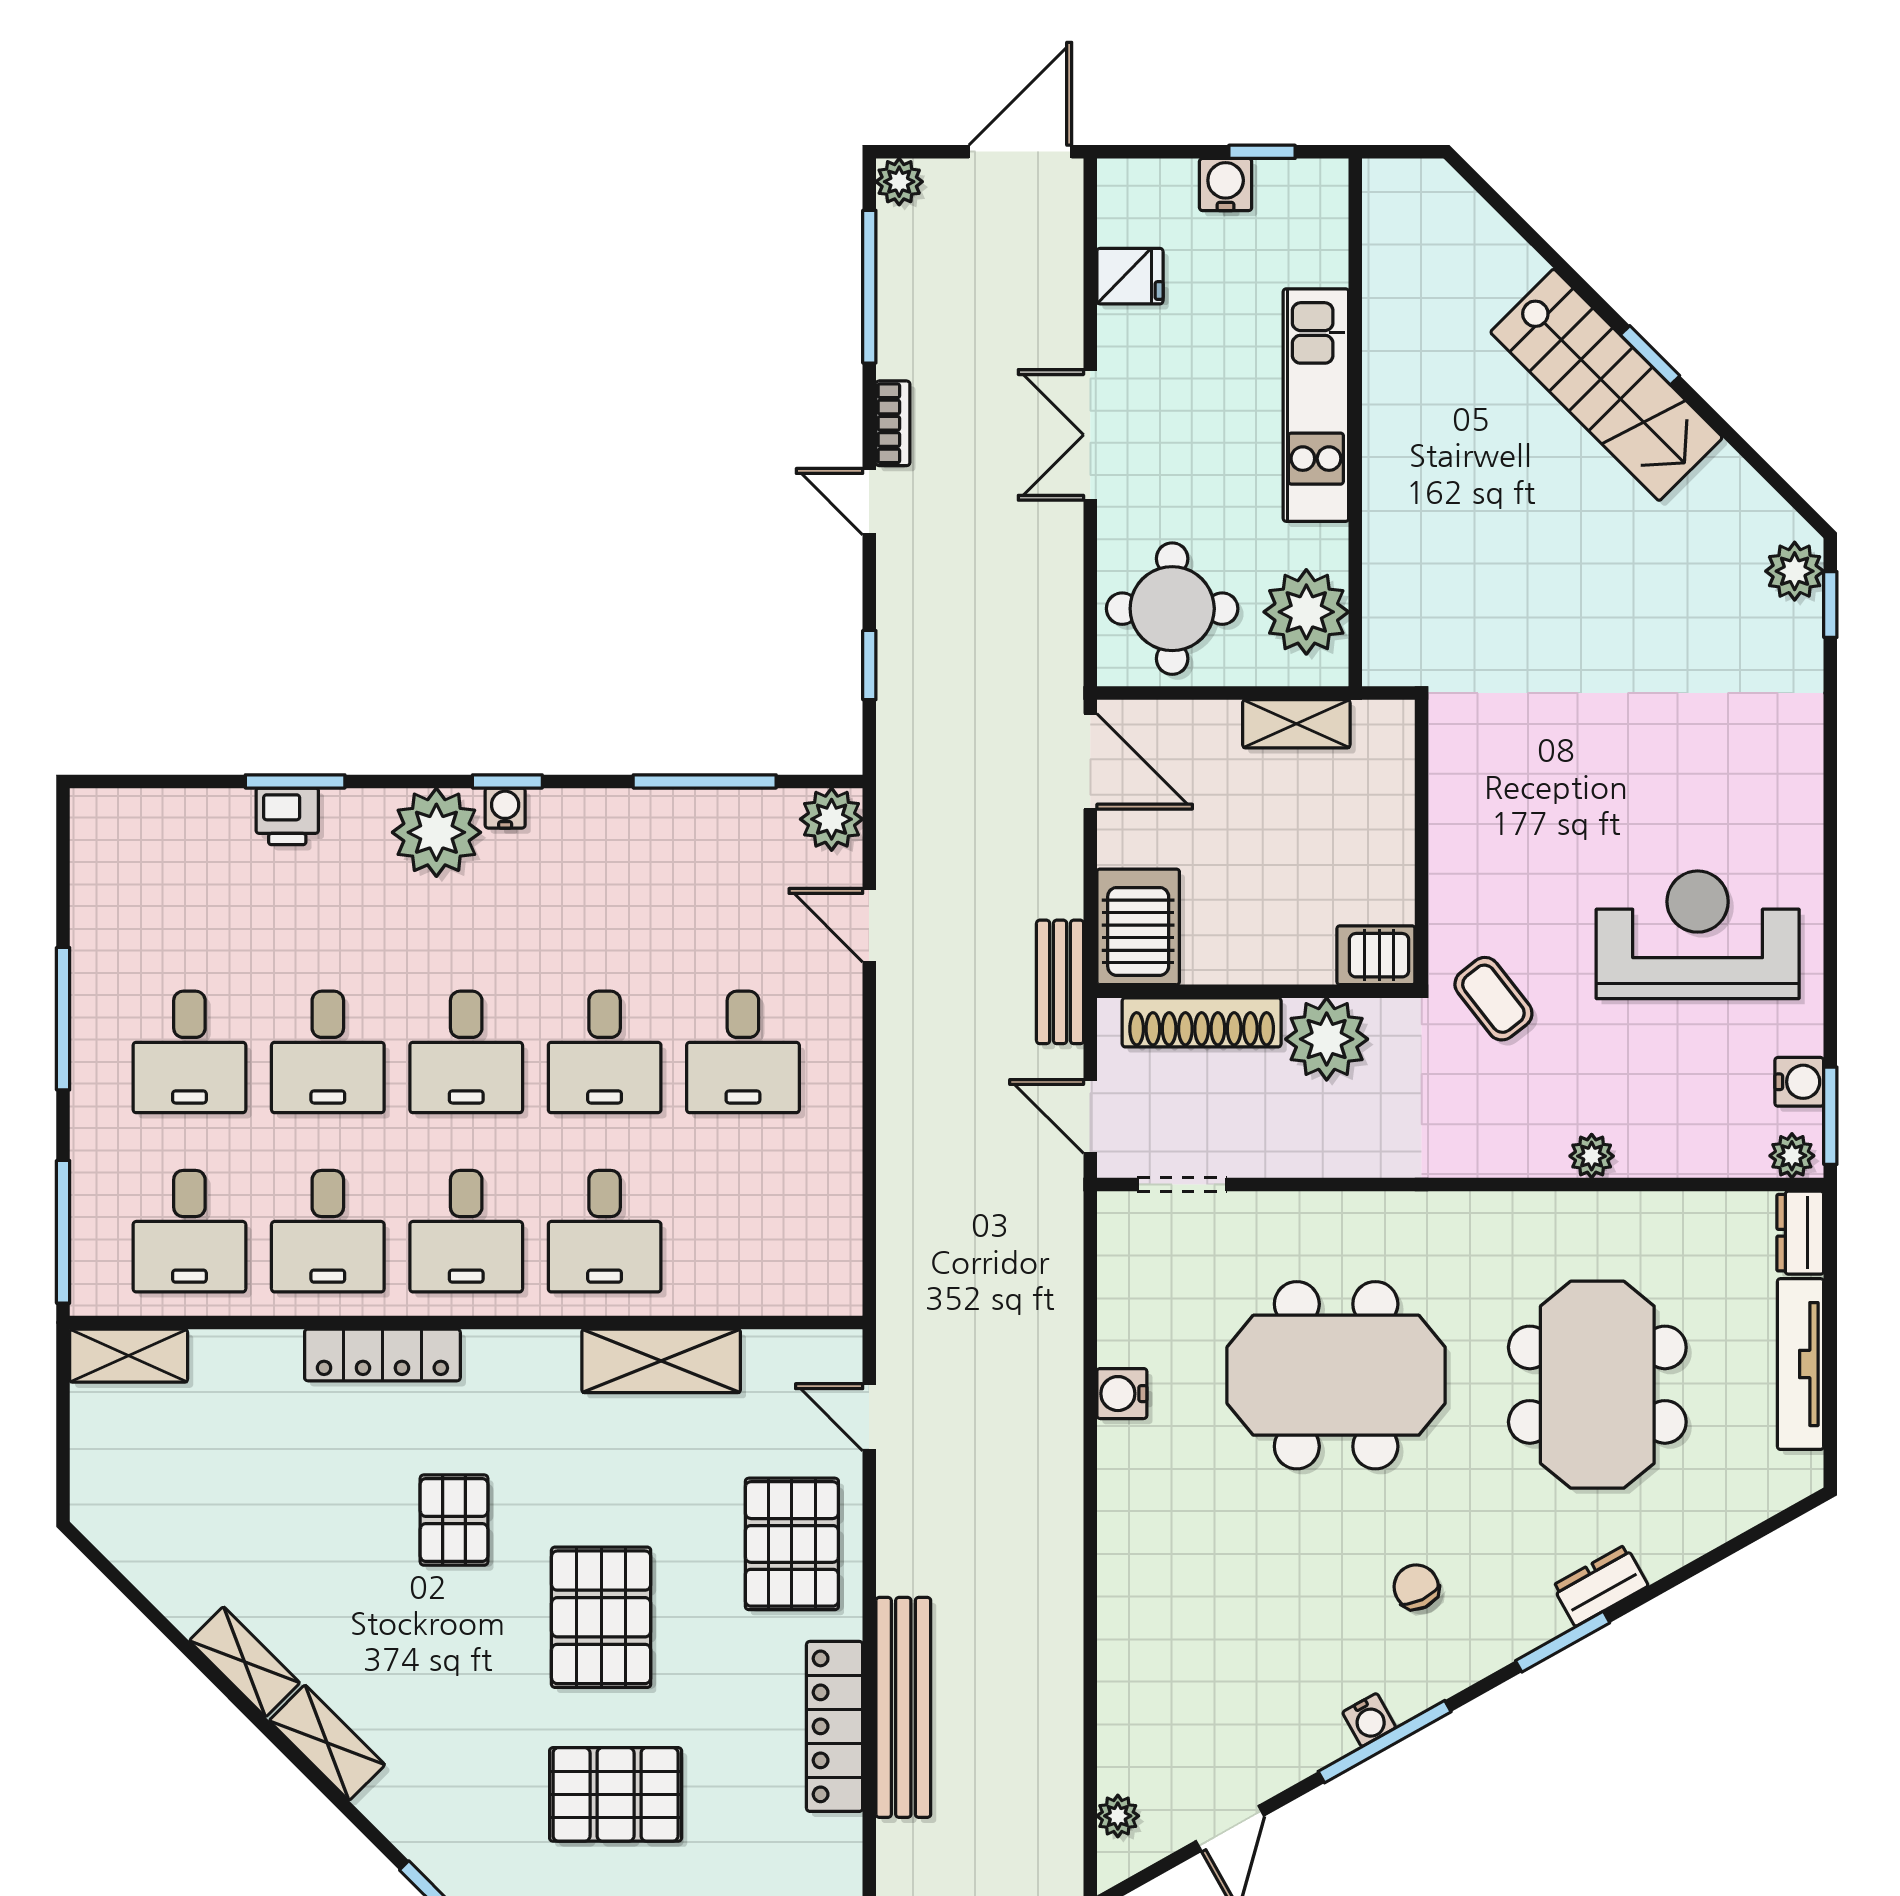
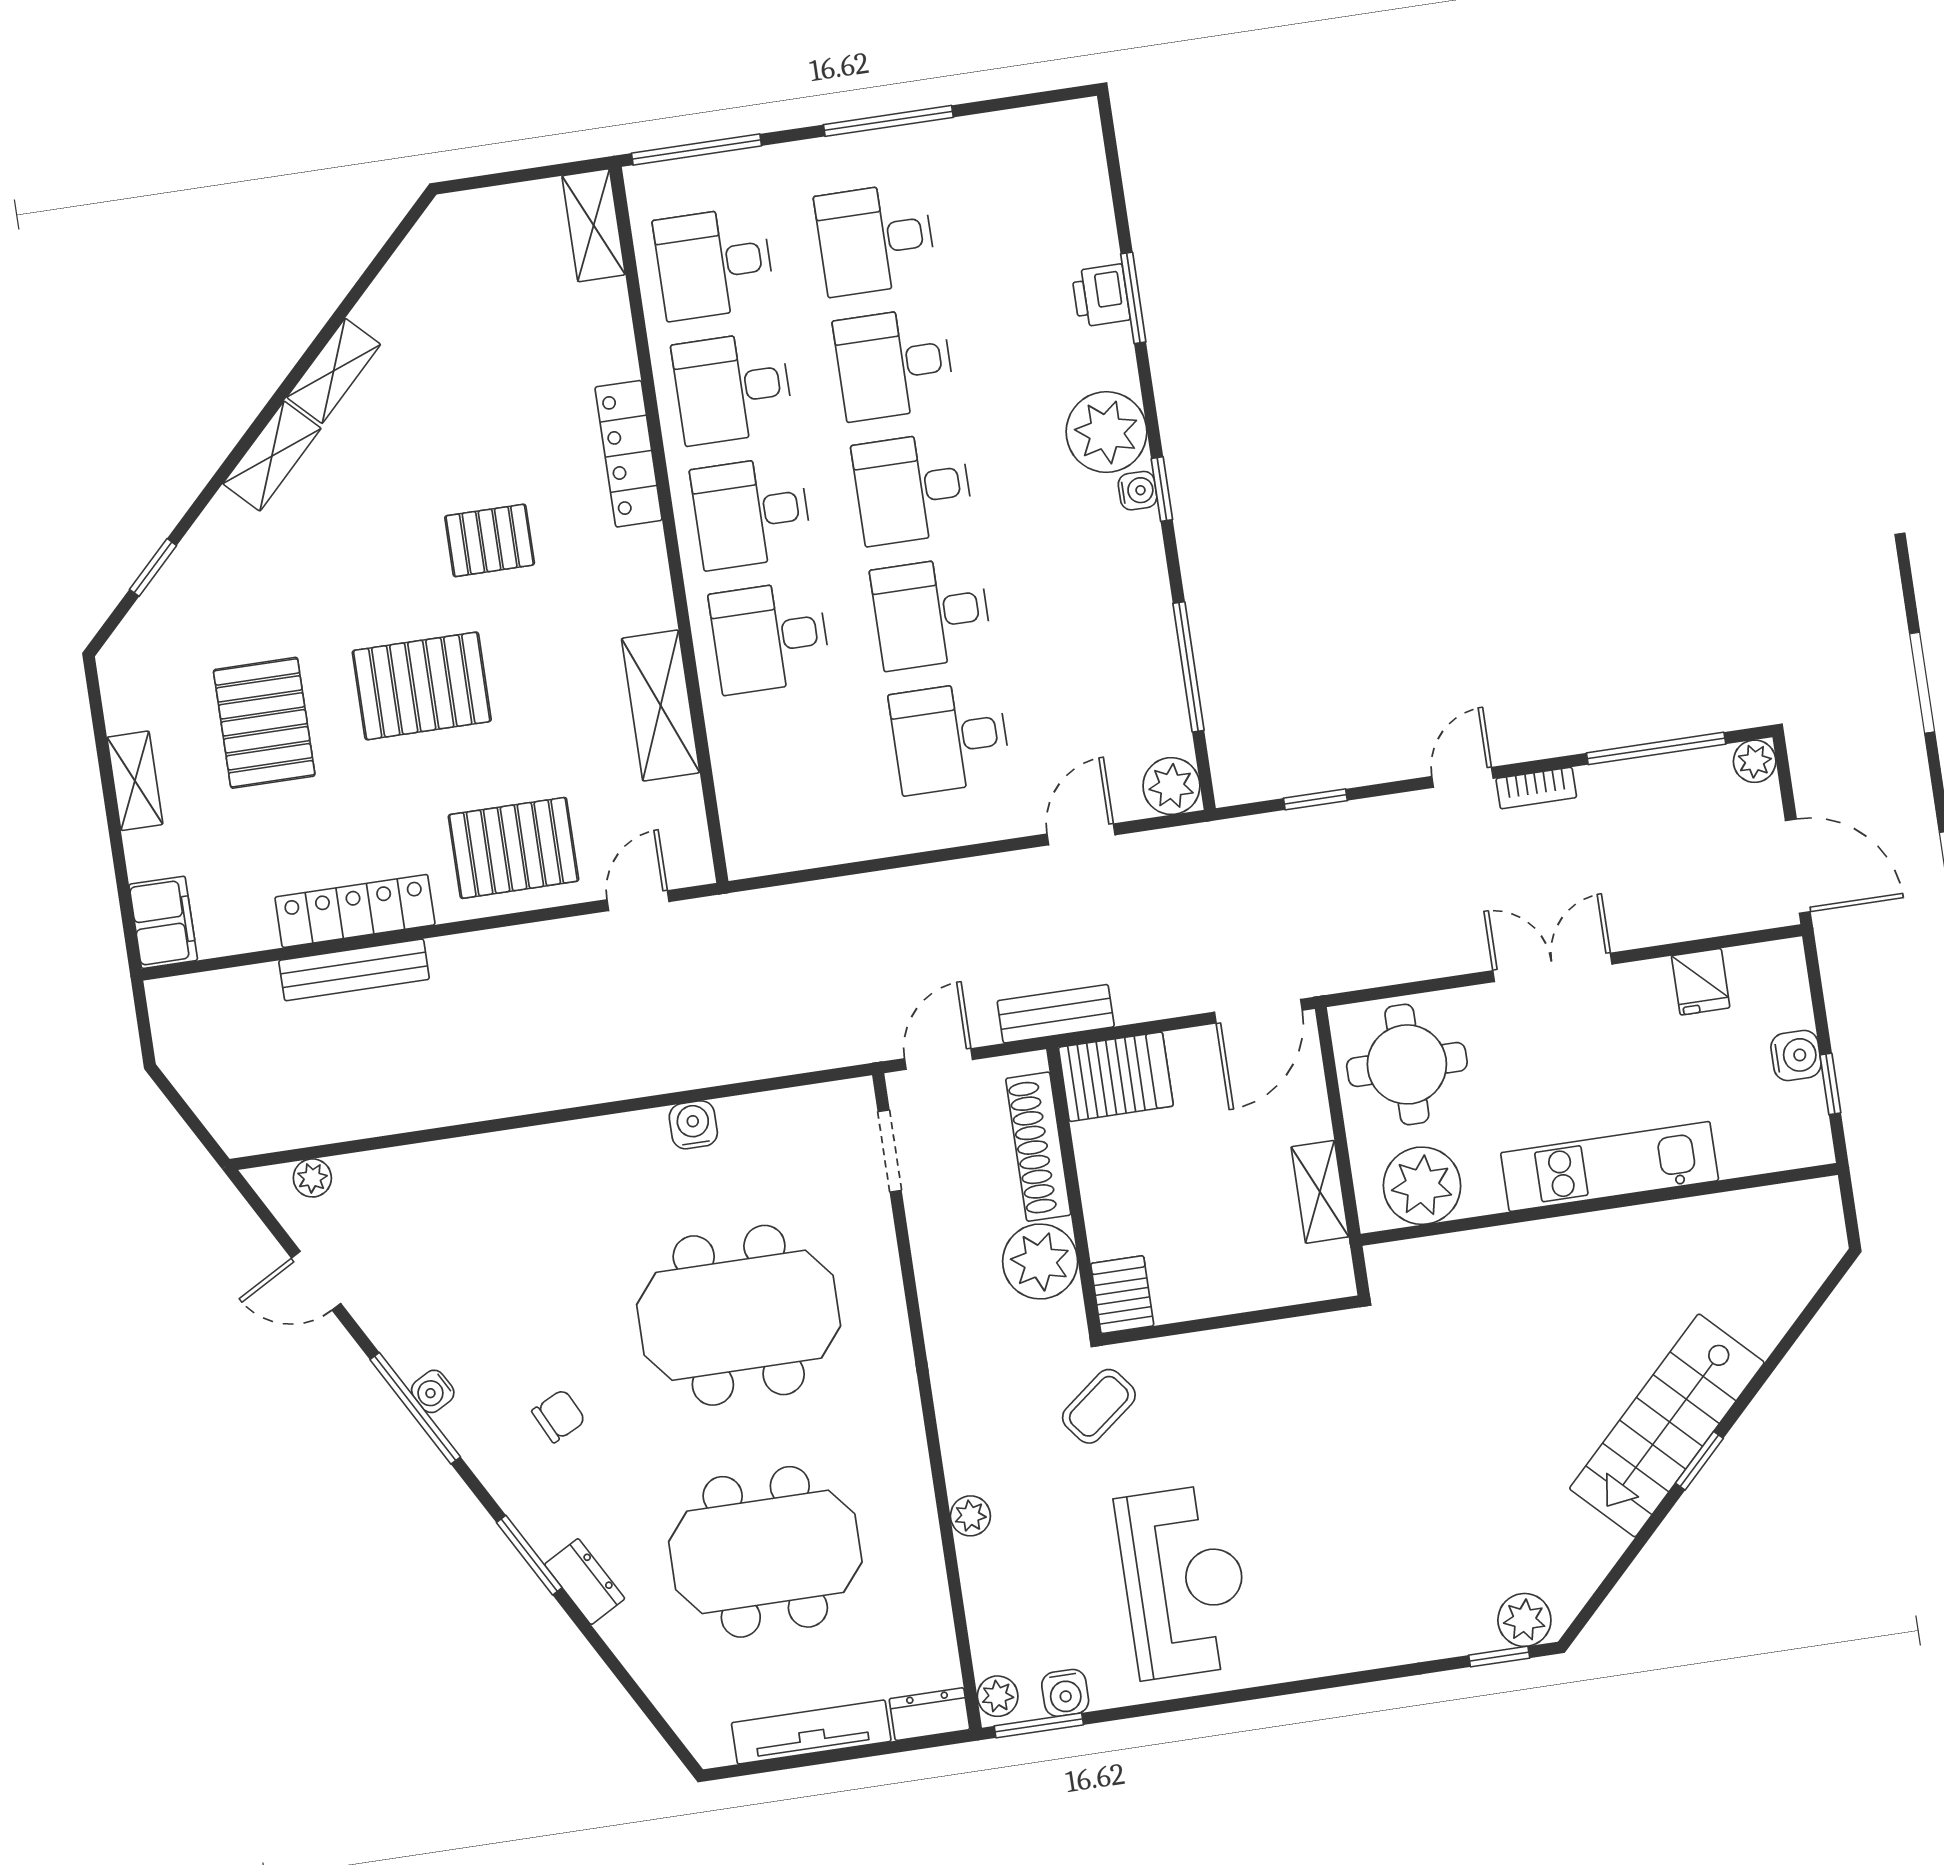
meeting table: (1336, 1375) -> (739, 1315), turned 90
bench: (903, 1707) -> (354, 970), width x0.73, depth x0.82

